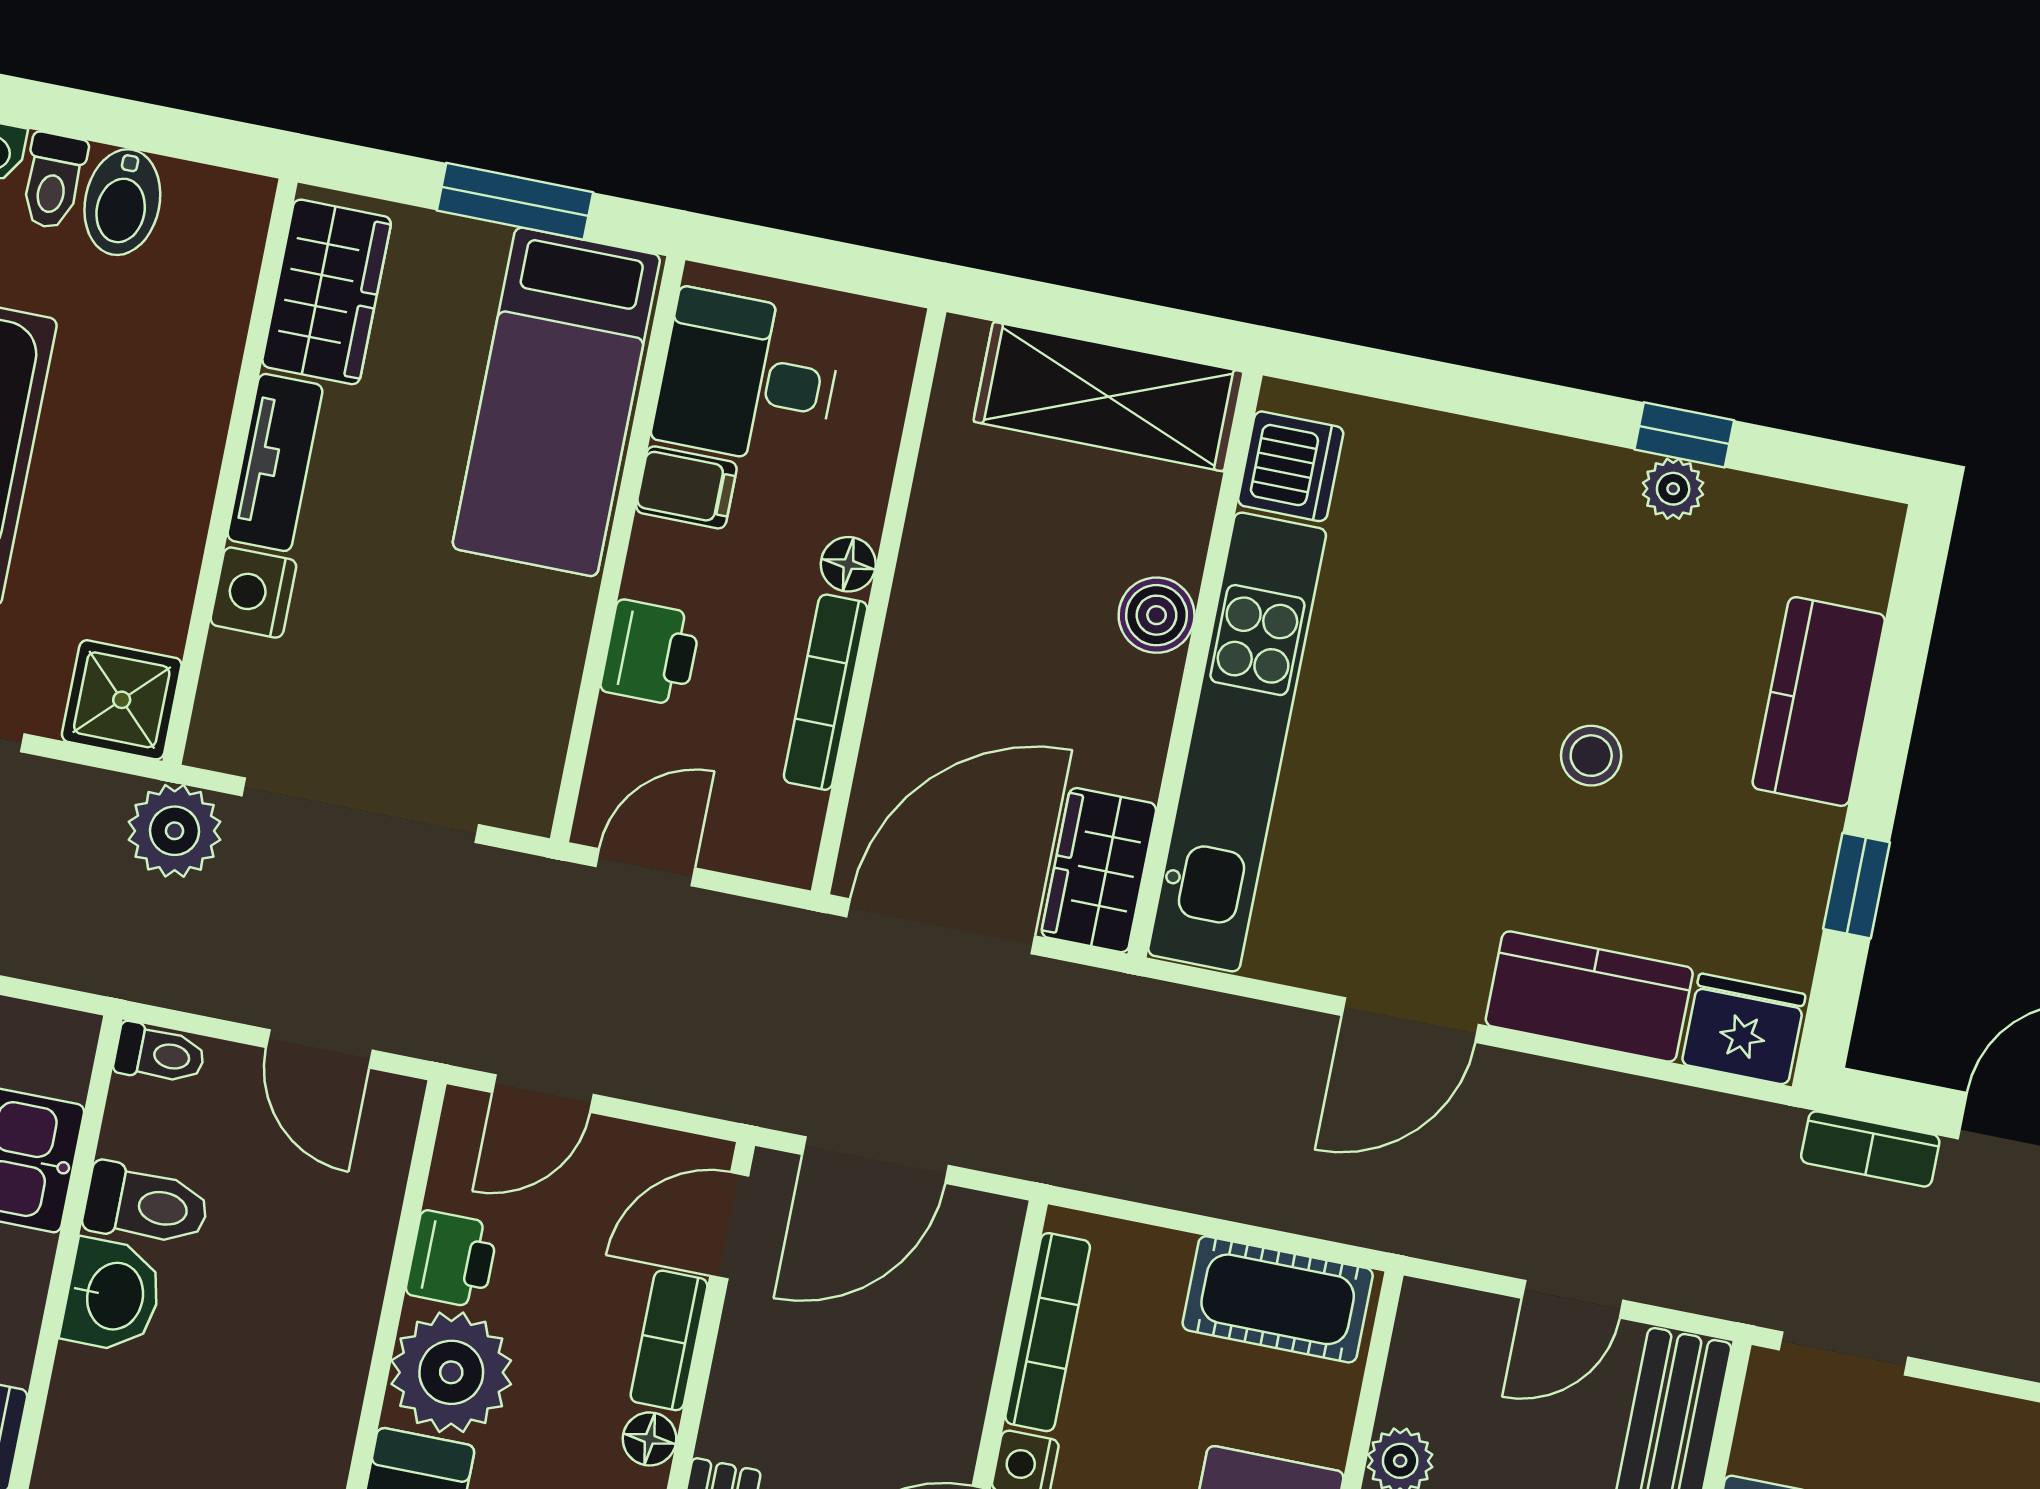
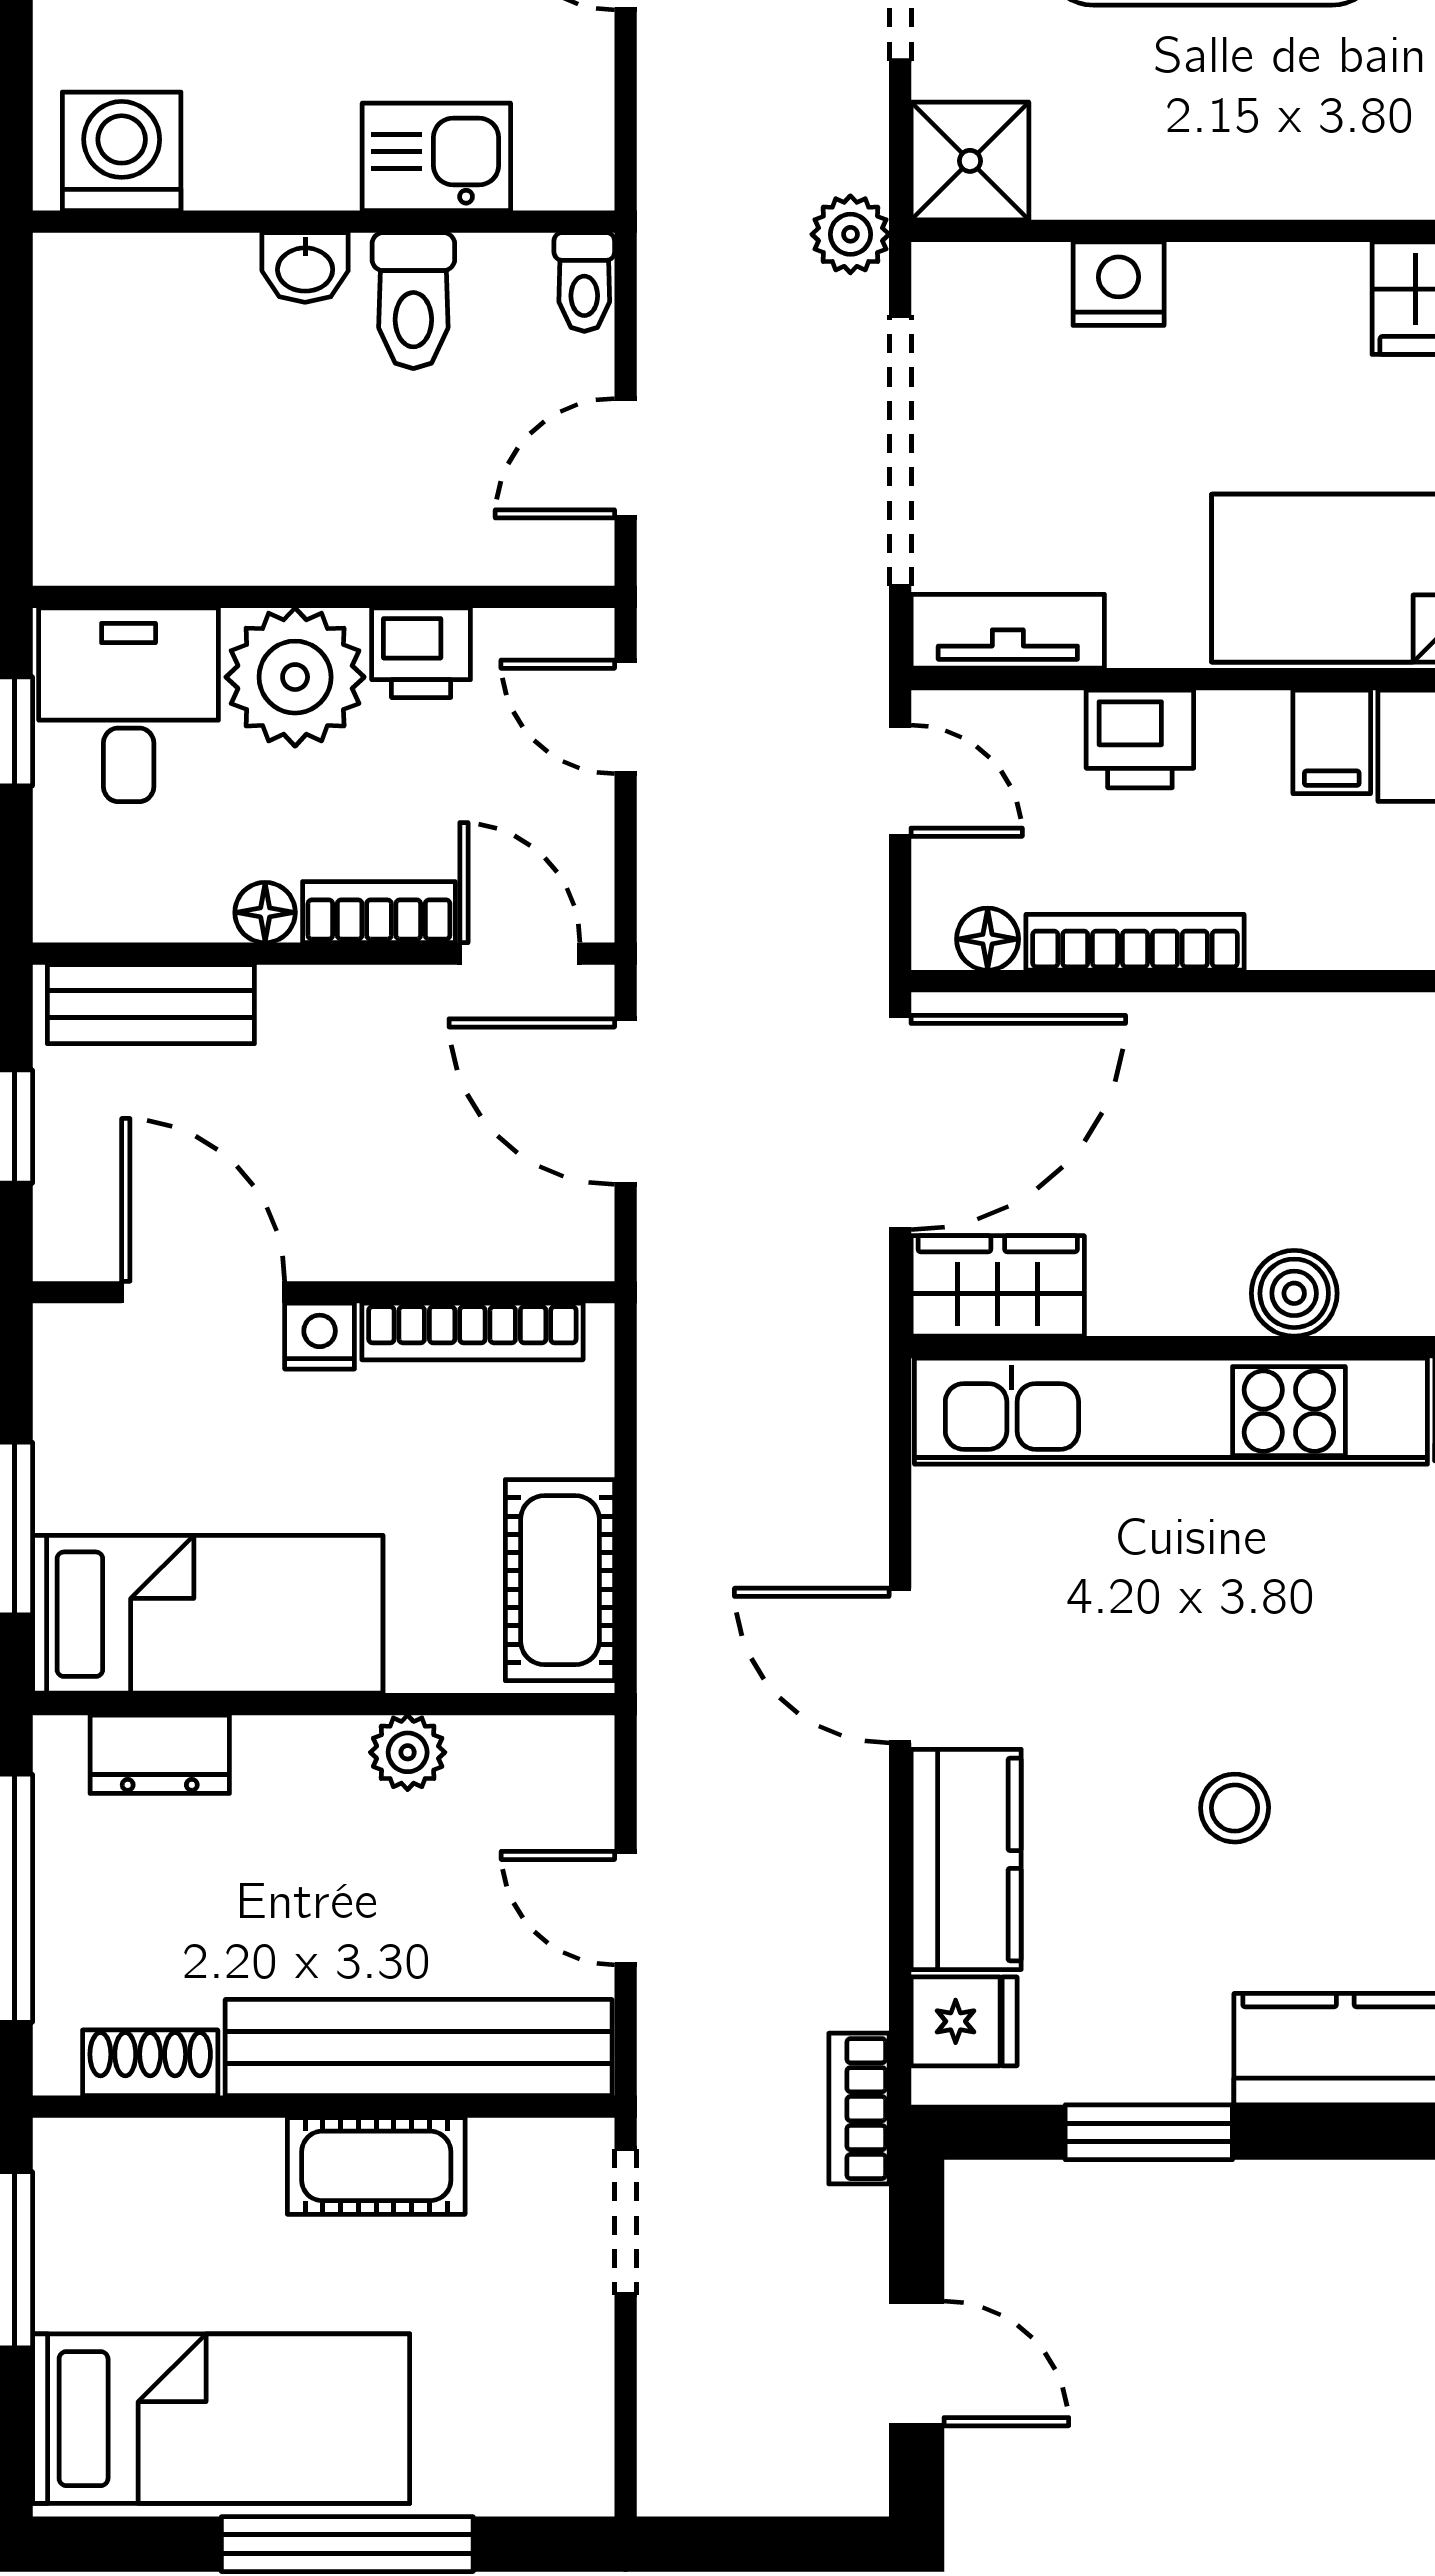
tv unit: (275, 462) -> (1008, 631), moved, turned 180
floor lamp: (848, 564) -> (988, 939), moved
plant: (175, 831) -> (850, 234), width x0.73, depth x0.73
window: (1857, 886) -> (1149, 2132), width x1.50
door: (941, 926) -> (900, 1122), hinge flipped
fridge: (1744, 1029) -> (964, 2021), width x0.72
bookcase: (1870, 1149) -> (859, 2109), moved
washbasin: (112, 1296) -> (305, 267), width x0.72, depth x0.69

